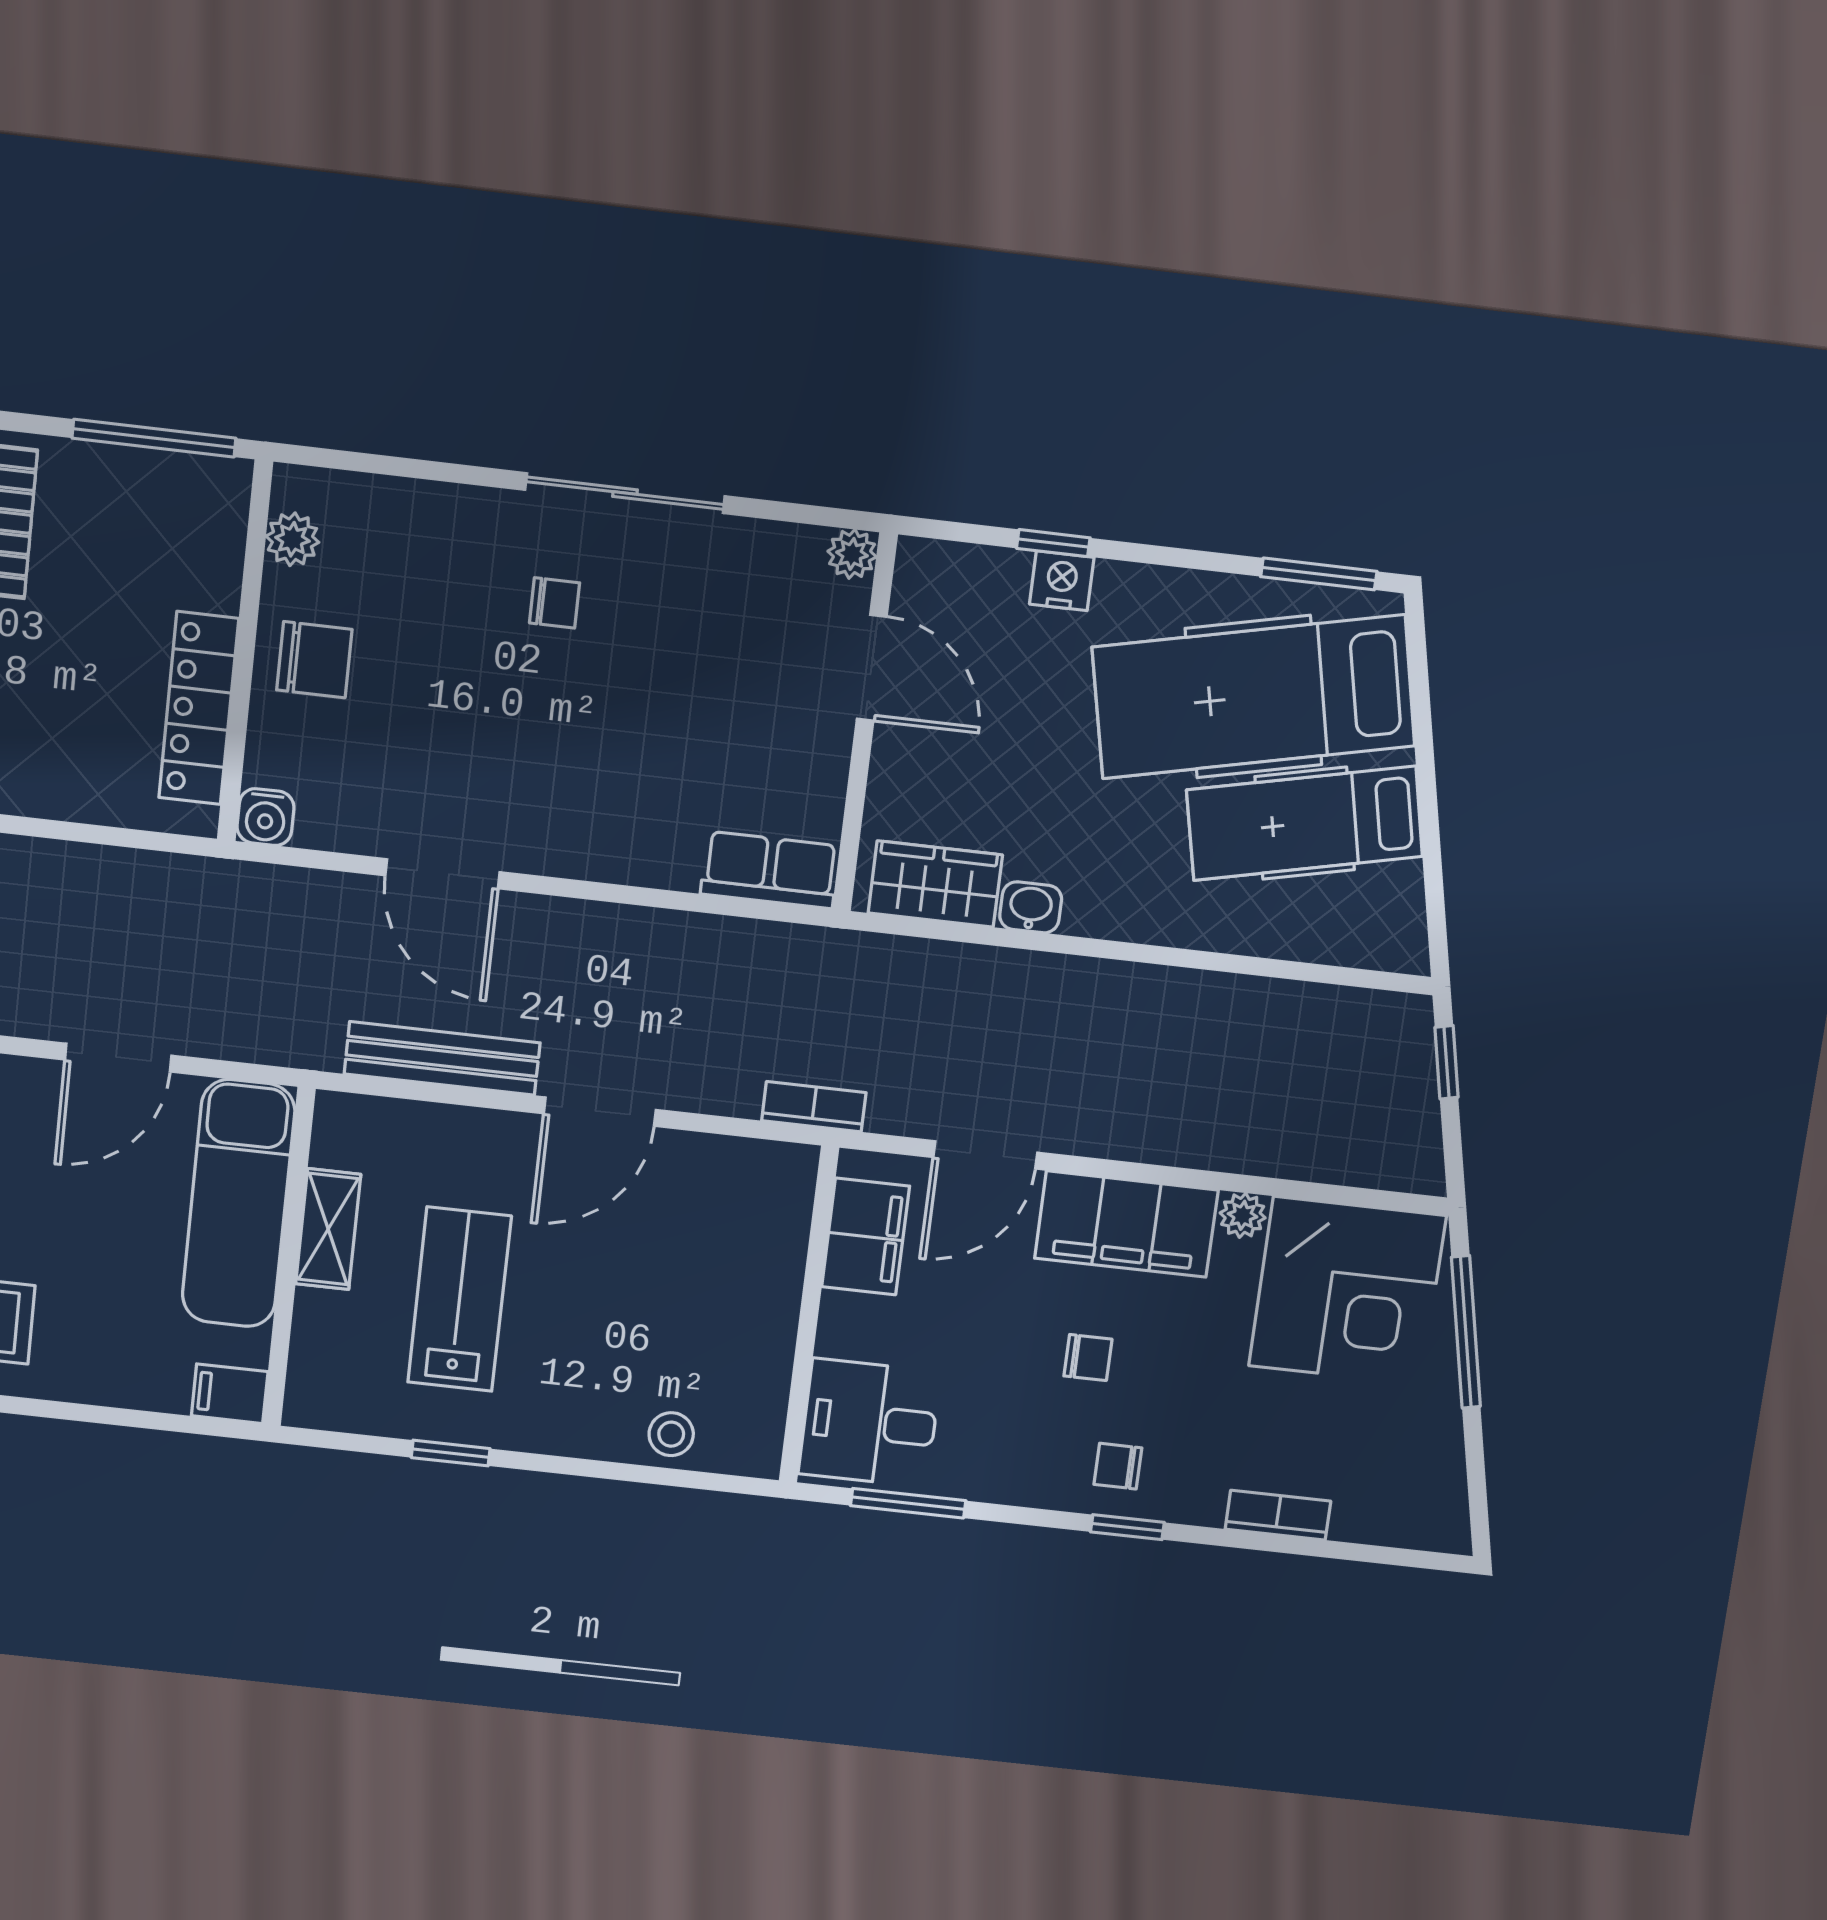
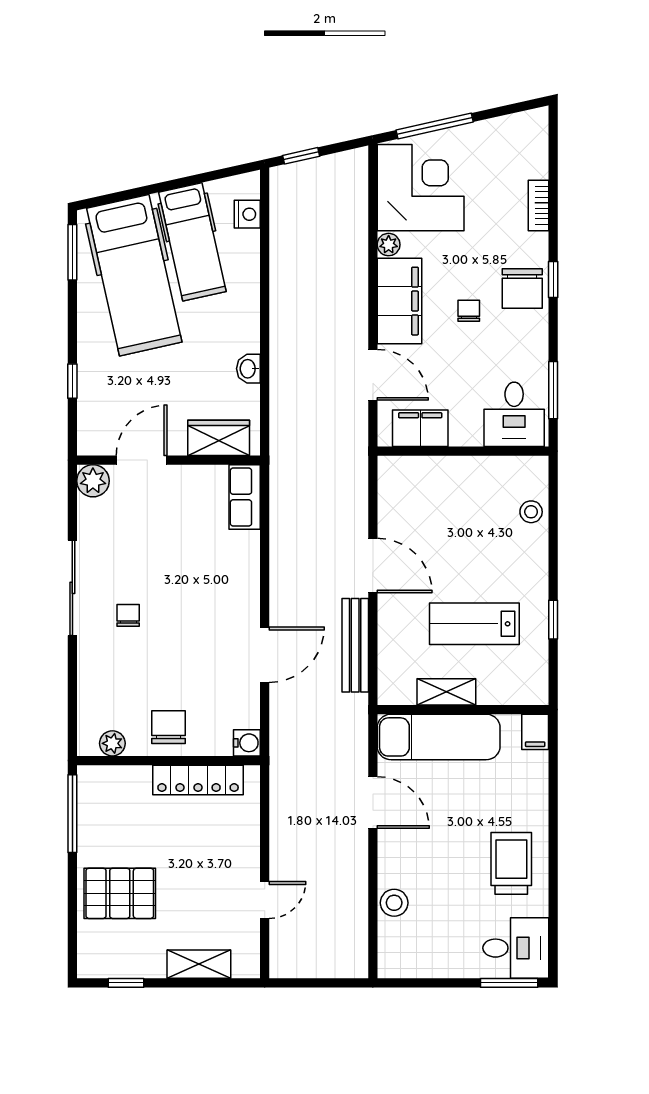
plant: (852, 554) -> (93, 481), width x1.38, depth x1.38
nightstand: (1062, 581) -> (247, 214), moved, turned 180
wardrobe: (935, 884) -> (219, 438), moved, turned 90
bookcase: (814, 1107) -> (358, 462), removed
chair: (1118, 1466) -> (522, 288), width x1.87, depth x1.87

